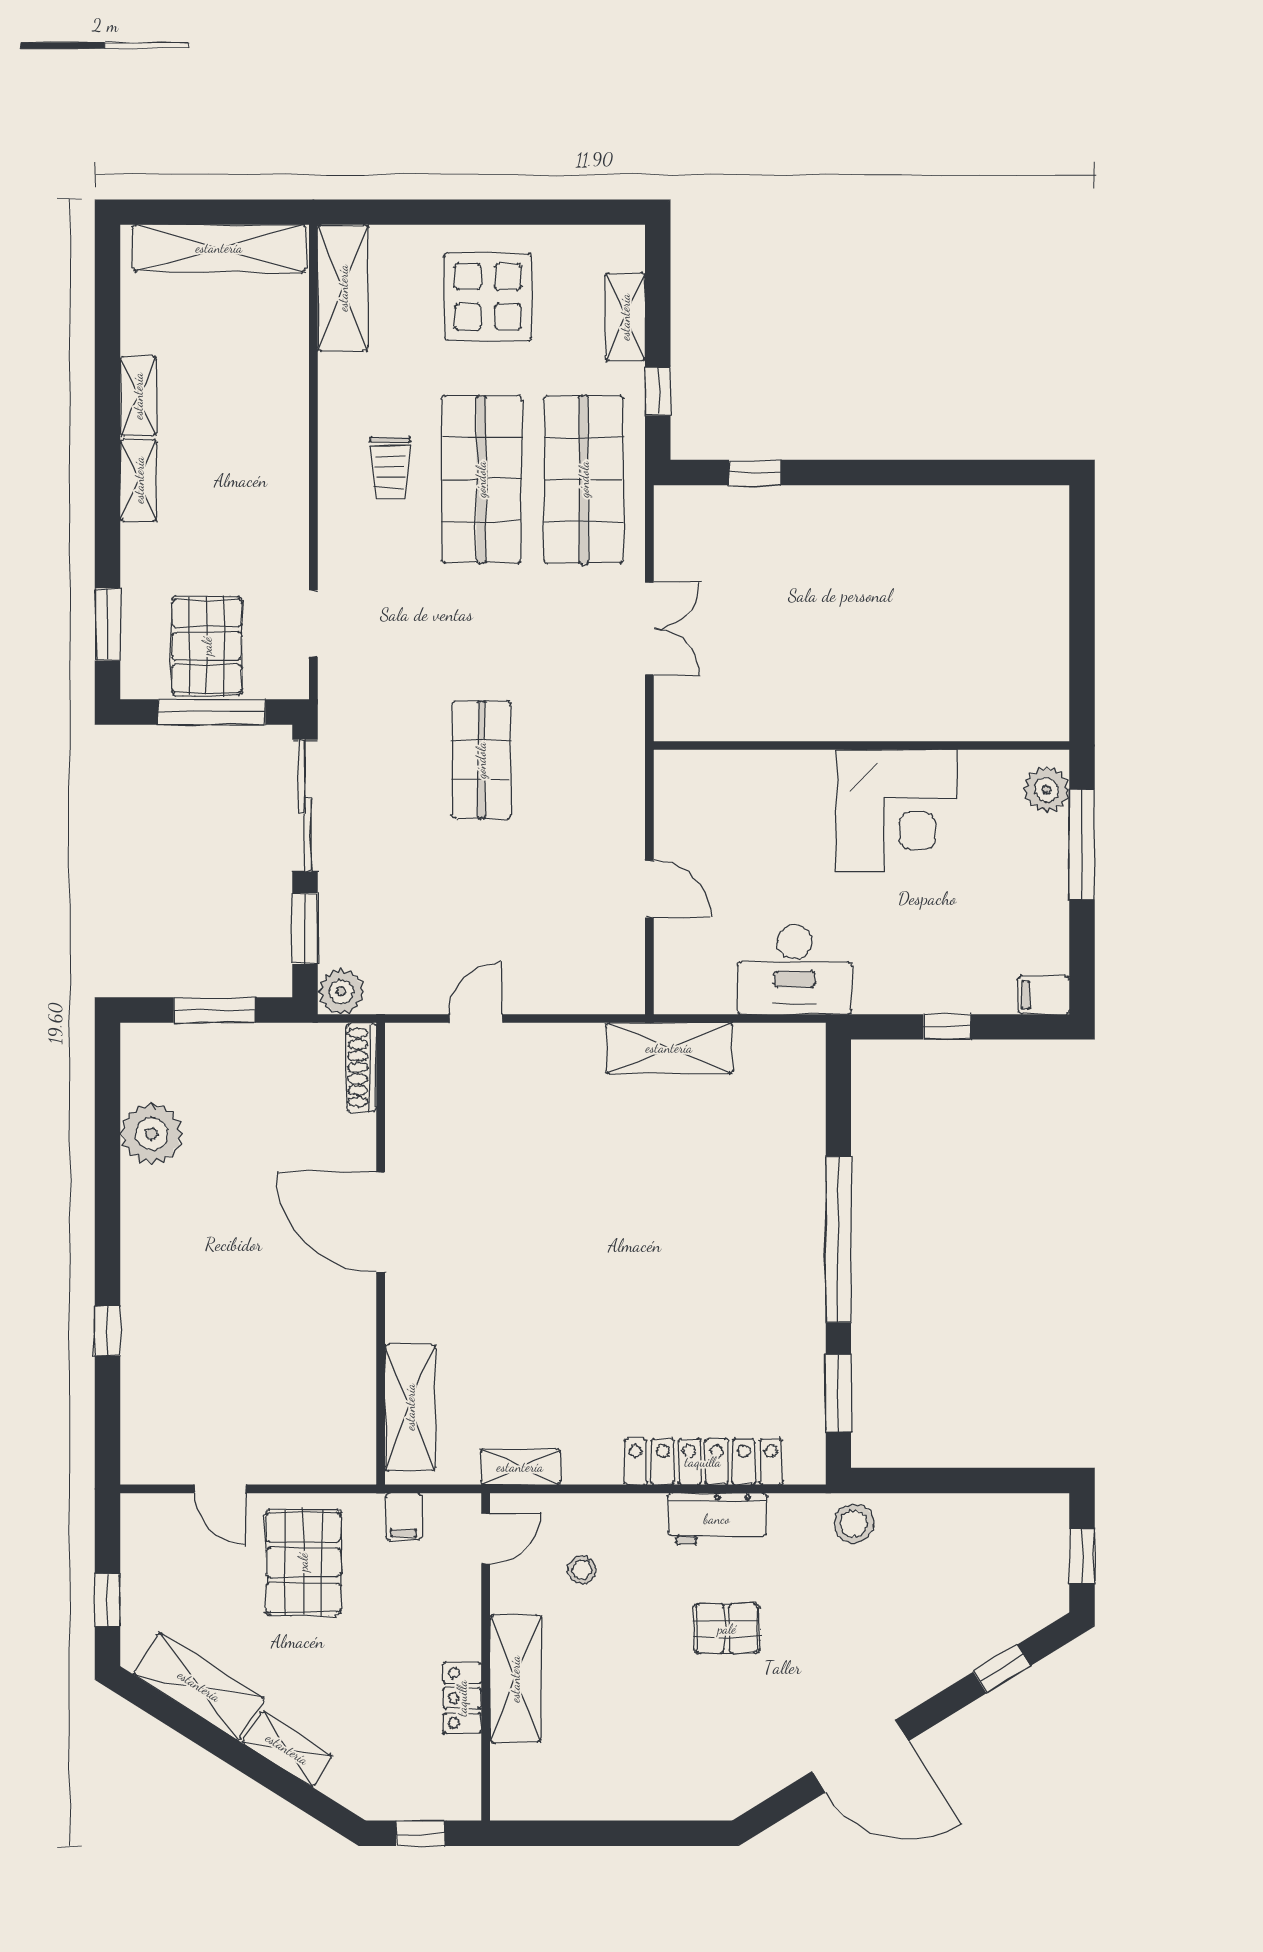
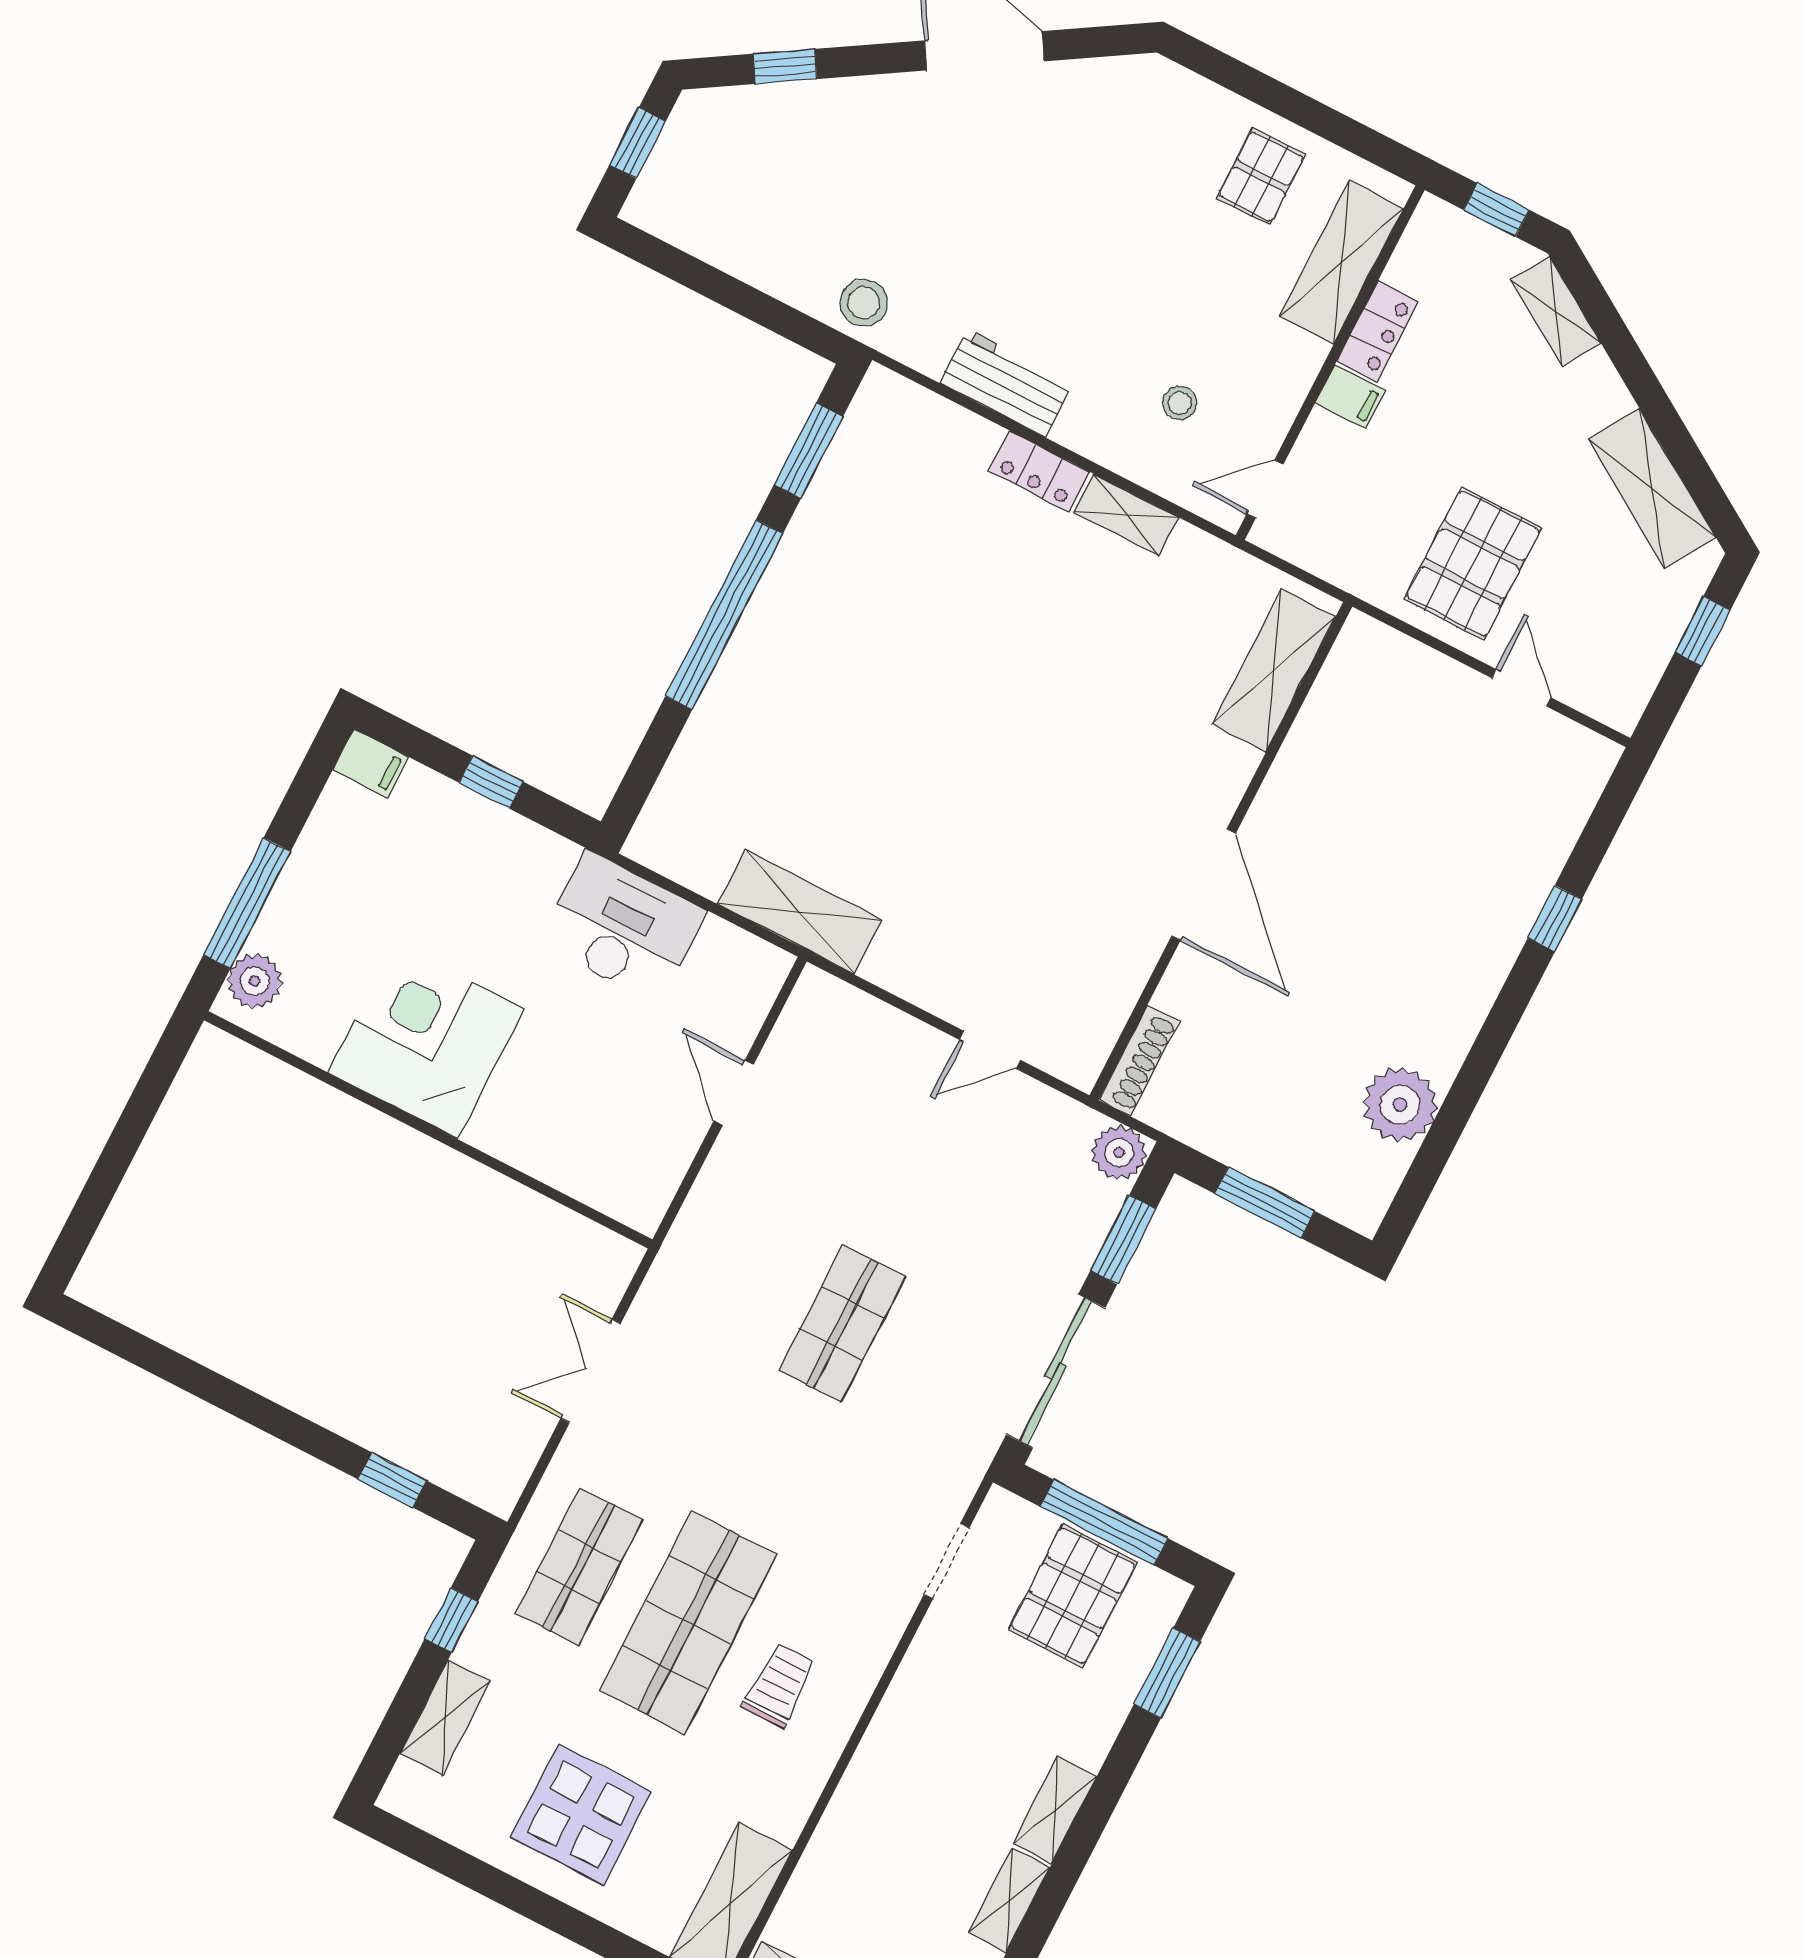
shop shelf: (584, 479) -> (579, 1567), width x0.70, depth x0.74
locker: (703, 1462) -> (1039, 471), width x0.46, depth x0.83
shelving: (520, 1467) -> (1126, 515), moved
filing cabinet: (404, 1517) -> (1350, 397), moved, turned 90
pallet: (727, 1629) -> (1261, 176), moved, turned 90
shelving: (515, 1679) -> (1341, 263), moved
shelving: (287, 1749) -> (1556, 311), moved

